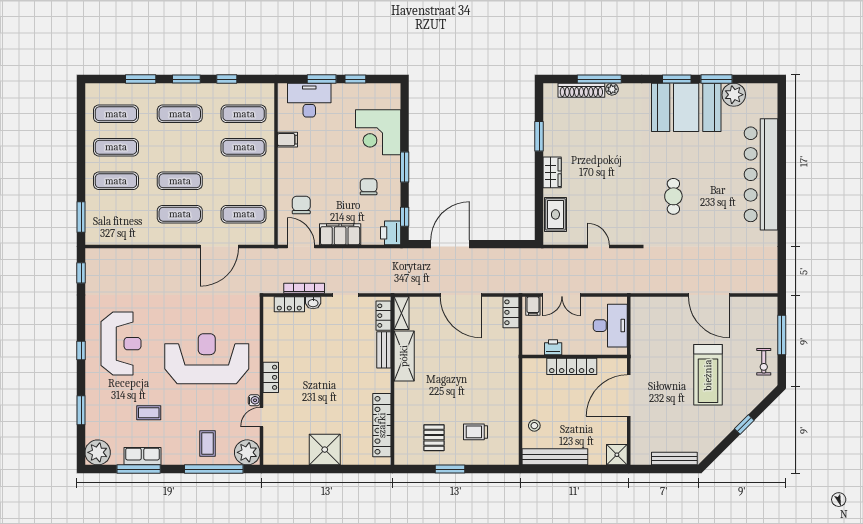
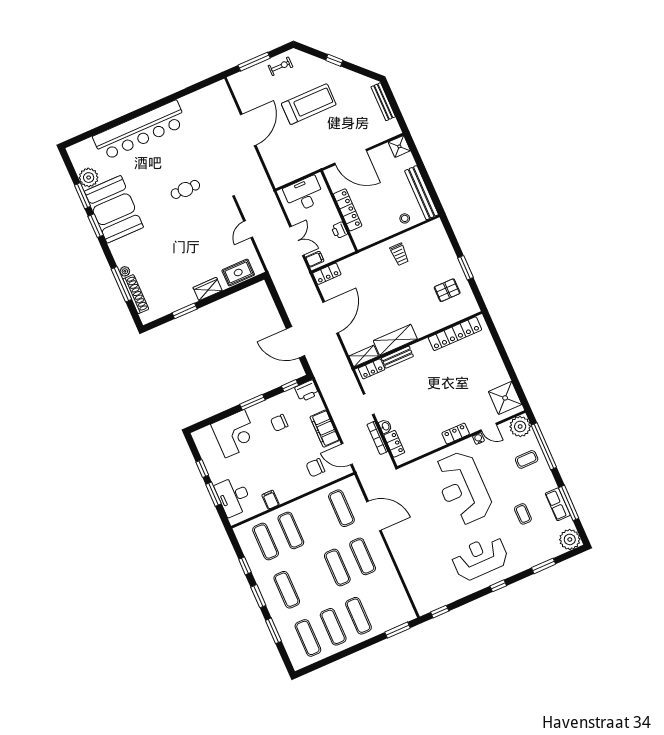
door: (301, 247) -> (347, 454), hinge flipped
trolley: (476, 432) -> (399, 254), moved
shower: (325, 450) -> (505, 398), moved

